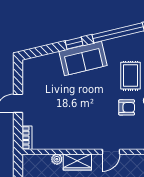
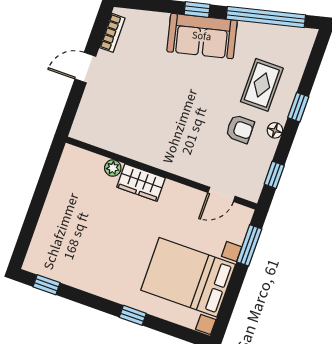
bookcase: (27, 138) -> (112, 33), moved
door: (111, 152) -> (222, 194), moved

